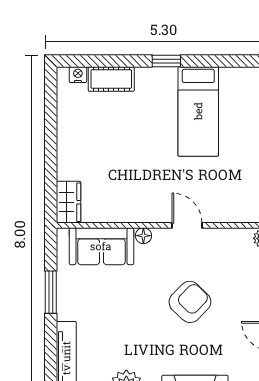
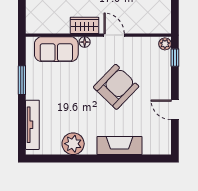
wardrobe: (69, 202) -> (84, 25), moved, turned -90
armchair: (190, 302) -> (116, 87), width x1.36, depth x1.36

